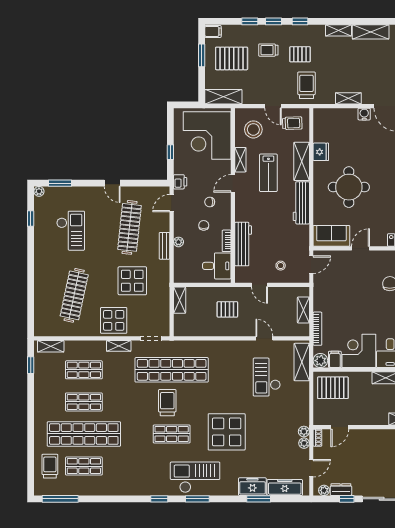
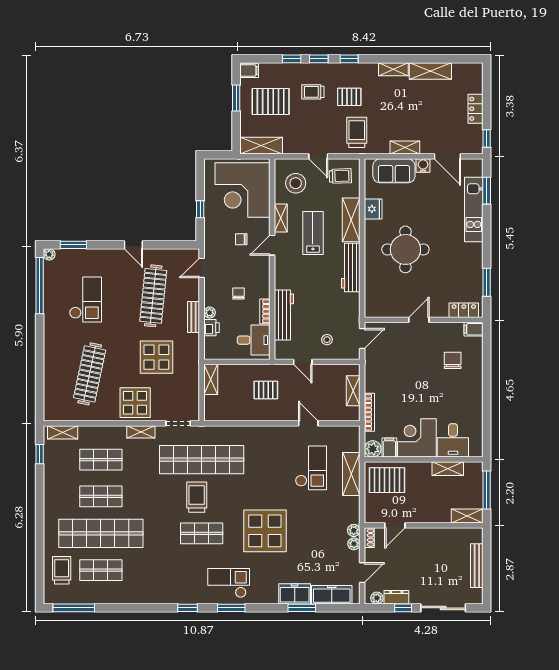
lab bench: (268, 173) -> (313, 233), turned 180
printer: (180, 182) -> (211, 328), moved
chair: (210, 202) -> (241, 239), moved
window: (31, 219) -> (40, 286), width x3.17
sofa: (331, 236) -> (394, 171), moved, turned 180
shelving: (302, 362) -> (351, 474), moved
checkout: (267, 377) -> (311, 468), turned 180
checkout: (195, 477) -> (229, 583), width x0.73, depth x0.83

